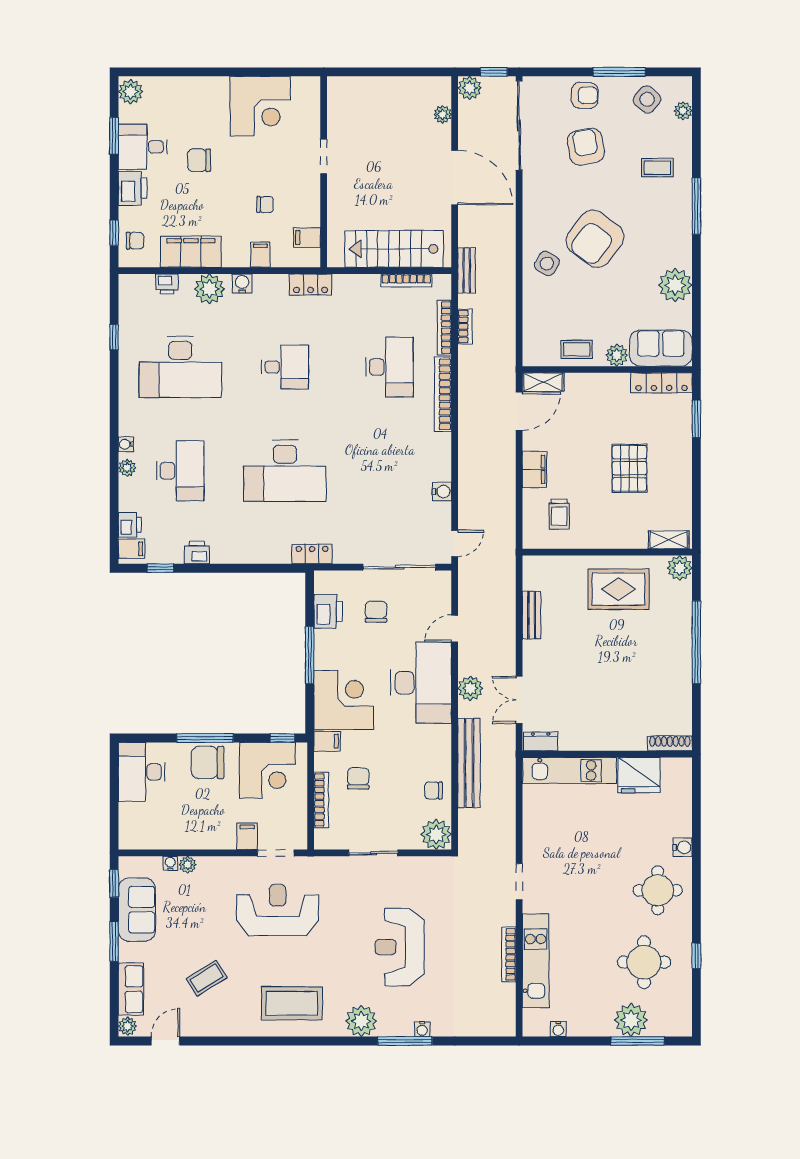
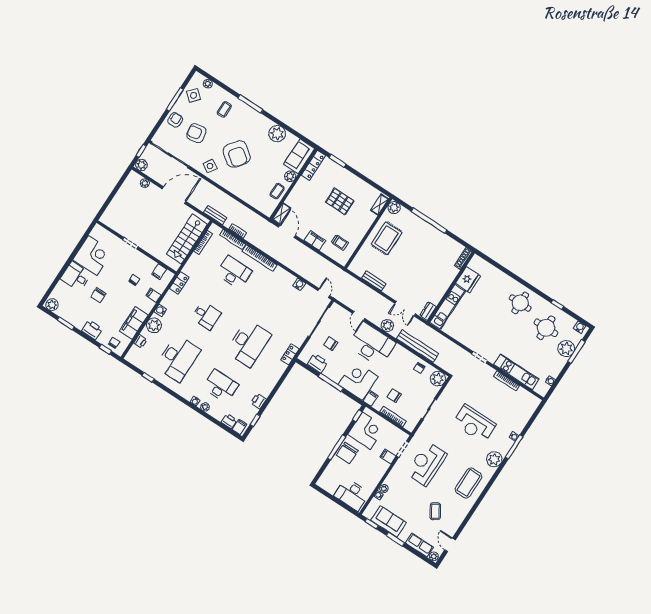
desk: (143, 147) -> (76, 276), moved, turned 90
side table: (547, 264) -> (210, 166), moved
desk: (285, 367) -> (206, 315), turned 90
desk: (142, 772) -> (352, 494), moved
water cooler: (683, 847) -> (580, 327), moved

